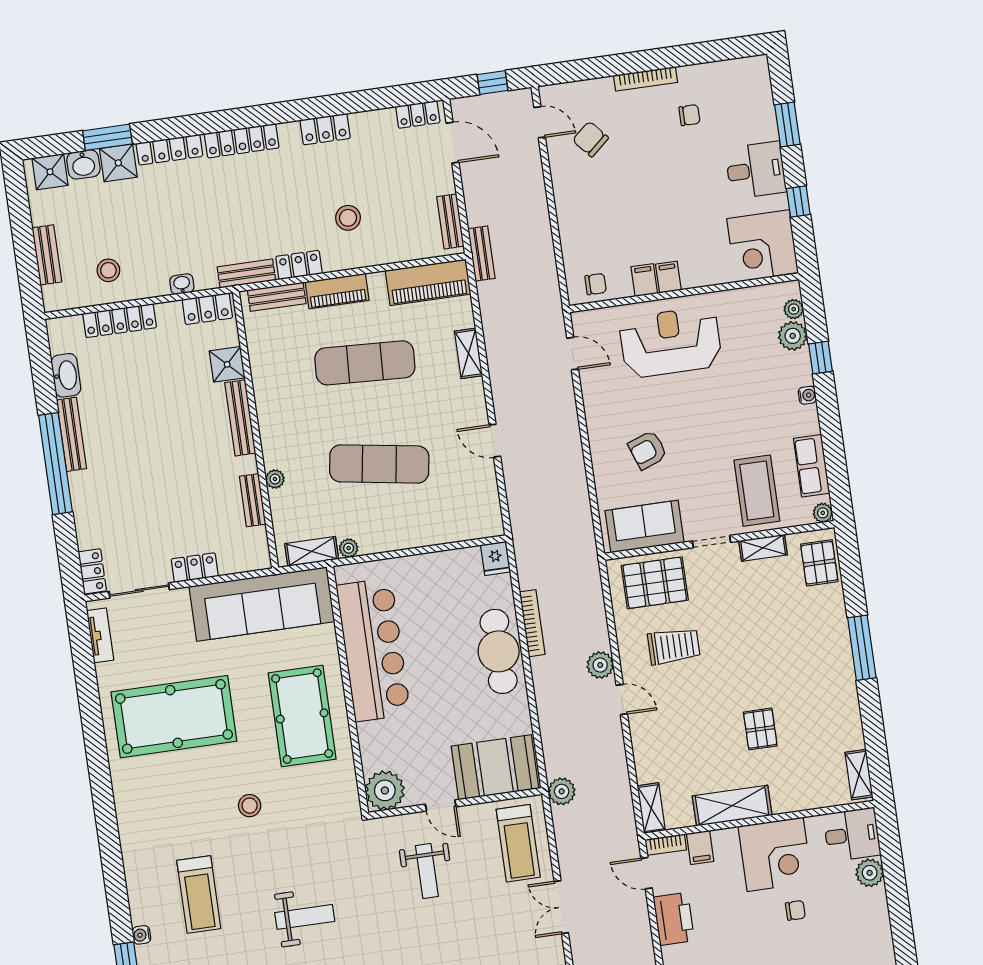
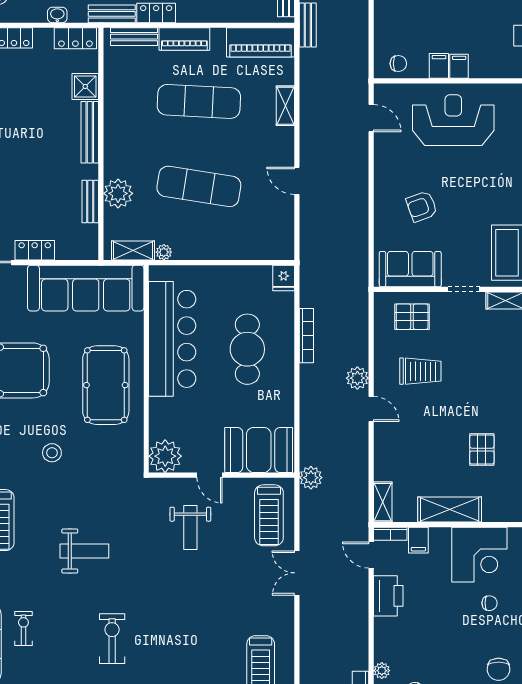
plant: (275, 479) -> (118, 193), width x1.88, depth x1.88
pallet: (655, 583) -> (412, 317), width x0.67, depth x0.71
cafe table: (499, 651) -> (247, 349), moved

